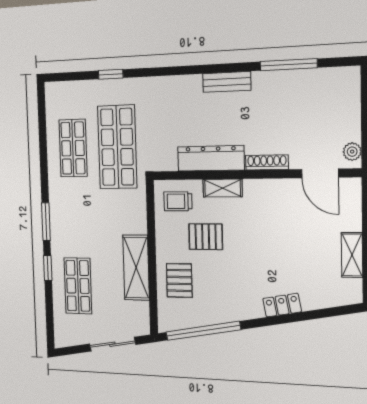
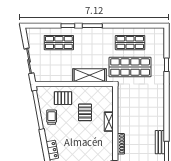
bench: (227, 82) -> (160, 142), moved
dresser: (211, 158) -> (123, 116), removed
trolley: (178, 201) -> (52, 117), moved
shelving: (136, 268) -> (89, 75), moved

